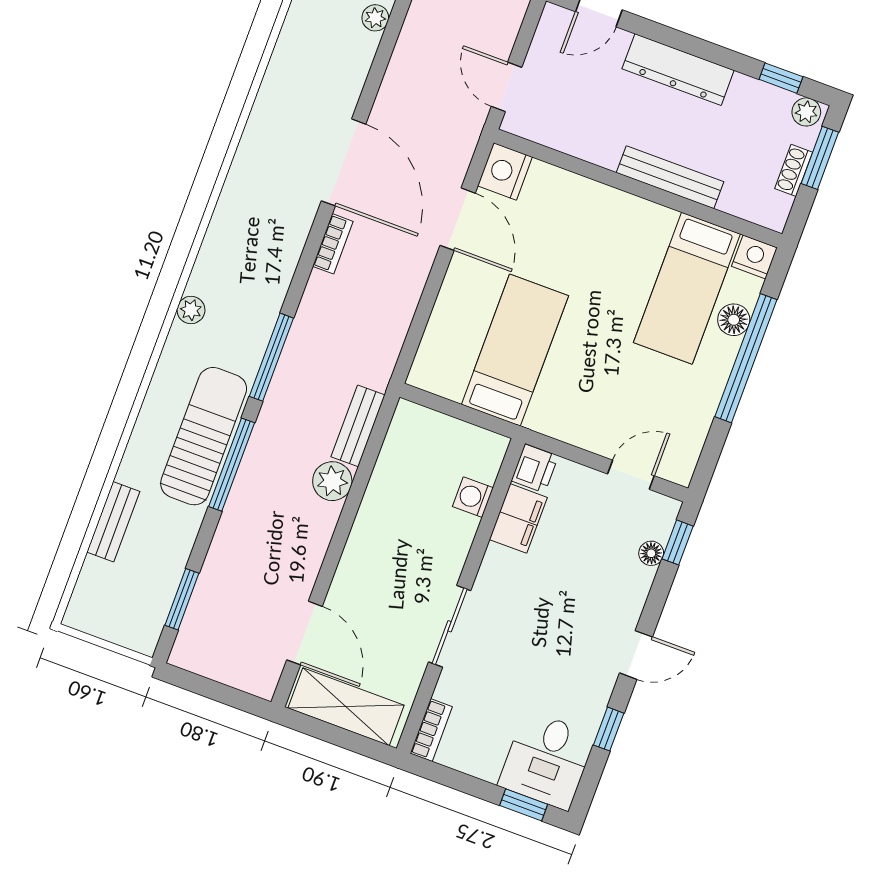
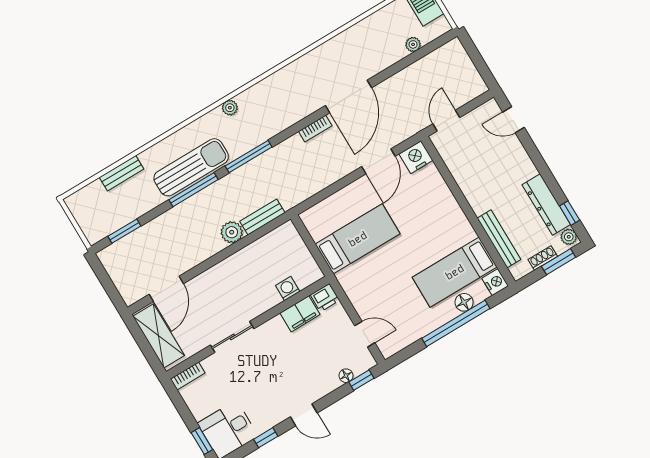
dresser: (678, 69) -> (546, 205), moved
bench: (670, 177) -> (499, 239), moved

